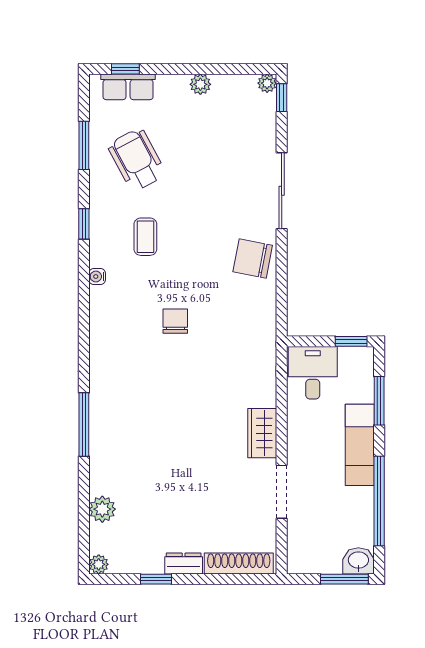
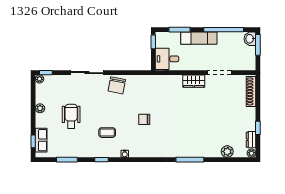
wheelchair: (137, 160) -> (71, 116), moved, turned 118
dresser: (184, 563) -> (251, 140), moved

